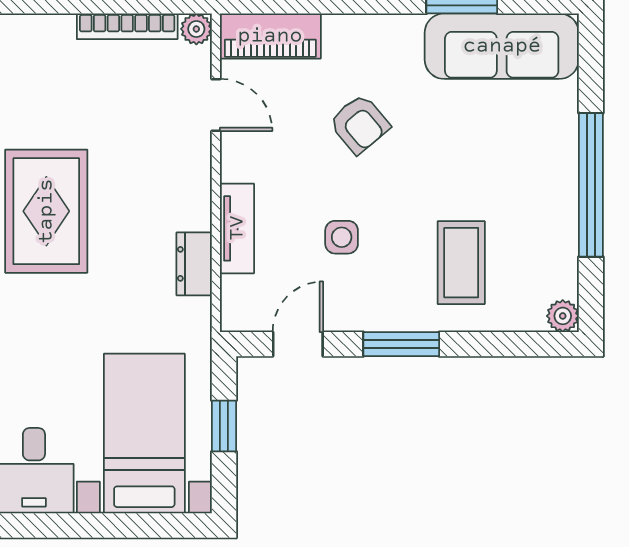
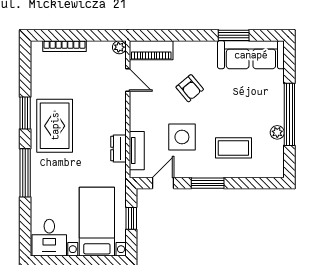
bookcase: (127, 26) -> (65, 46), moved
tv unit: (237, 228) -> (137, 151), moved
side table: (342, 237) -> (182, 137), width x1.87, depth x1.87
coffee table: (461, 263) -> (233, 148), turned 90
plant: (563, 316) -> (277, 132), moved

